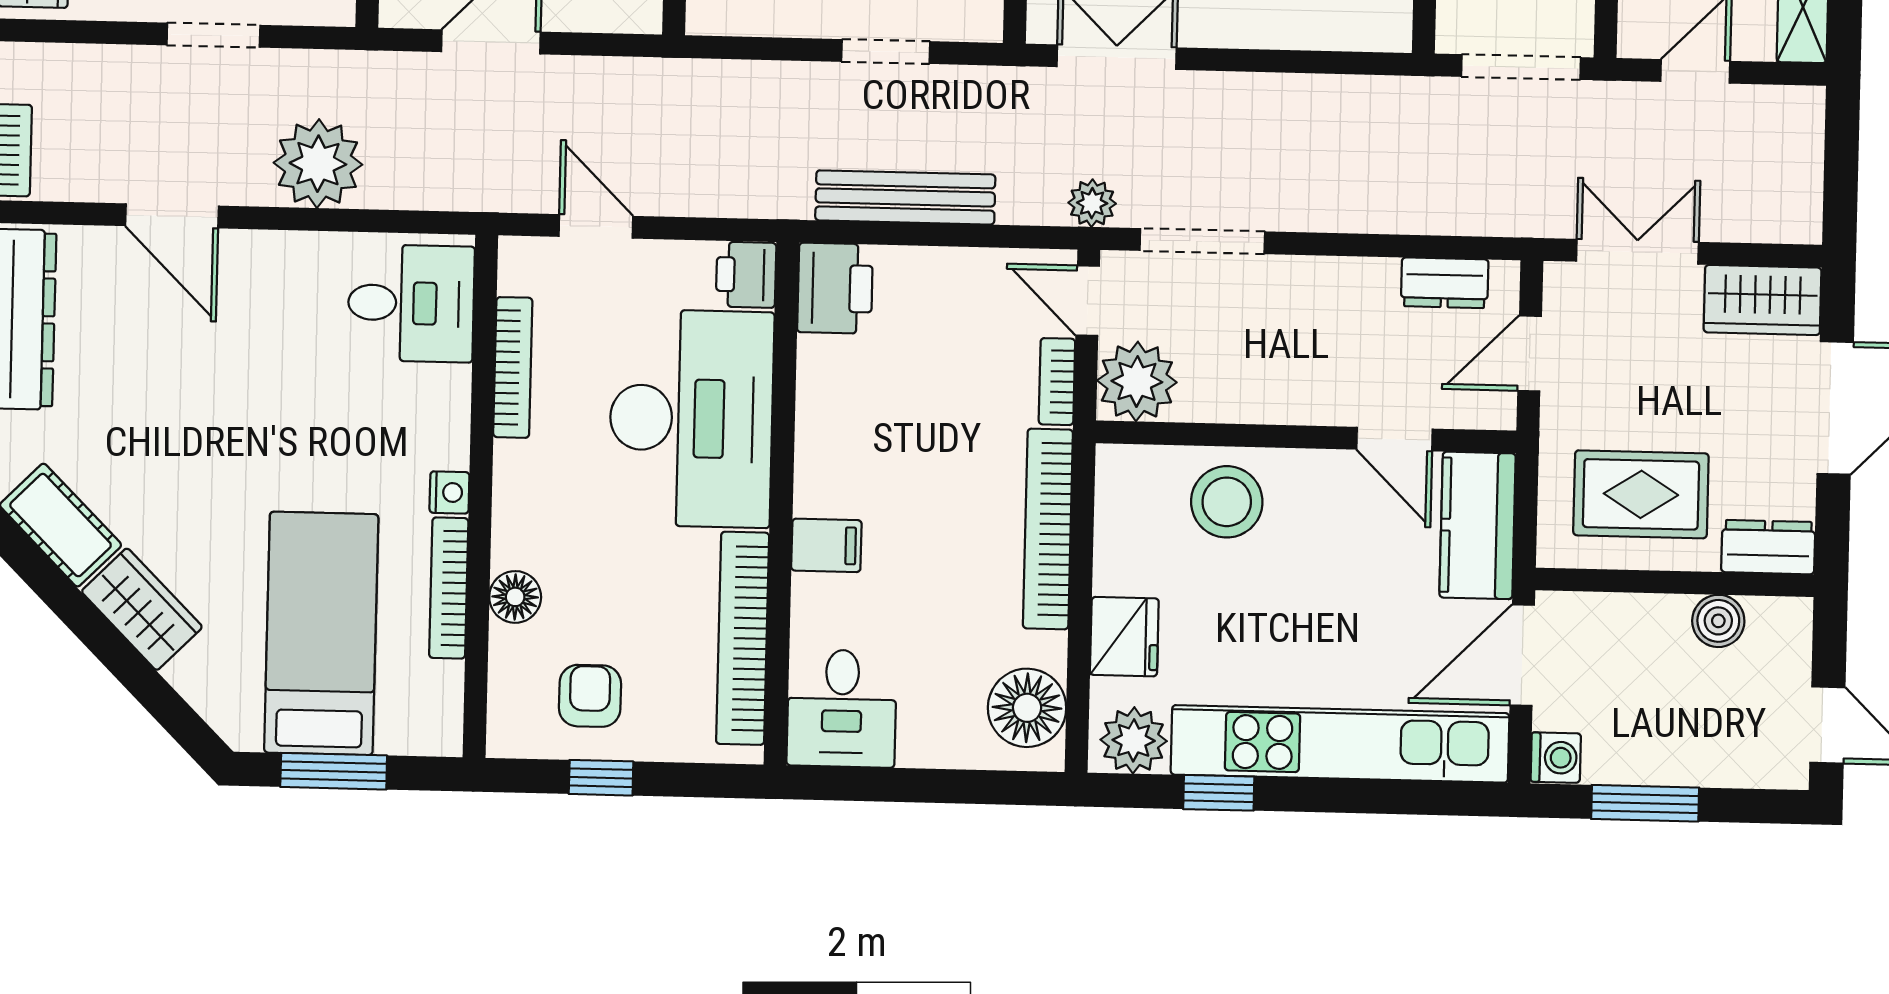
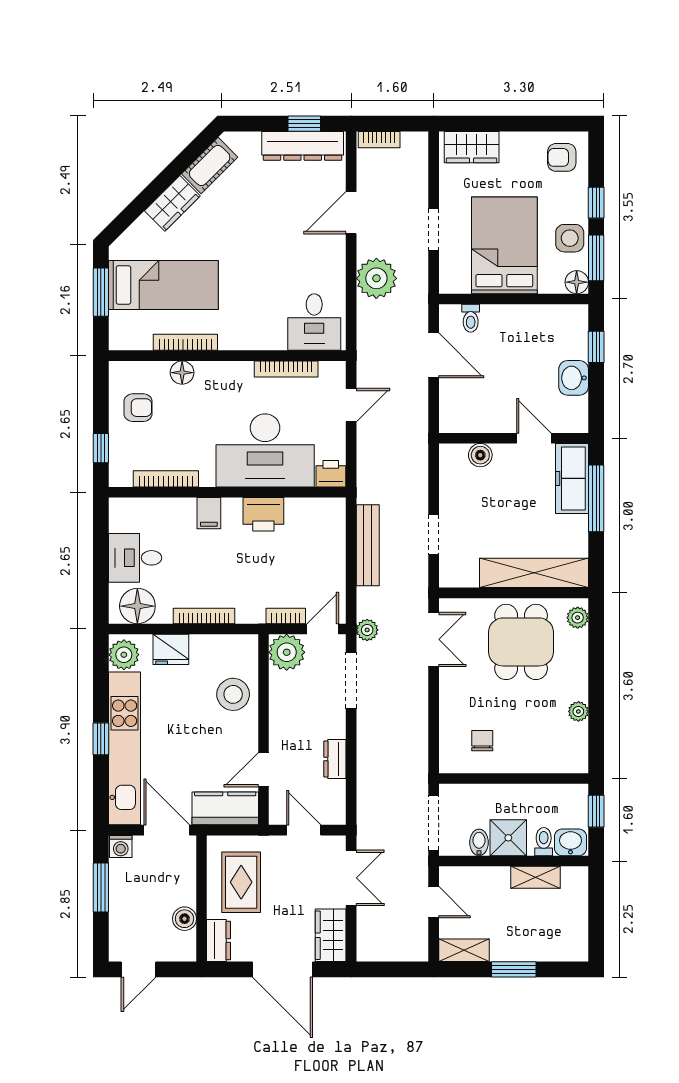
dresser: (1445, 283) -> (335, 759), moved
printer: (835, 288) -> (263, 514), moved
nightstand: (449, 492) -> (229, 342), removed
bookcase: (1048, 529) -> (204, 616), width x0.68, depth x0.76
bookcase: (743, 638) -> (166, 479), width x0.68, depth x0.76
desk: (842, 708) -> (135, 558), moved
window: (601, 778) -> (101, 448), moved
window: (1219, 793) -> (101, 739), moved

